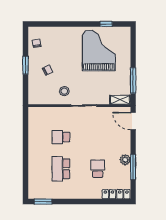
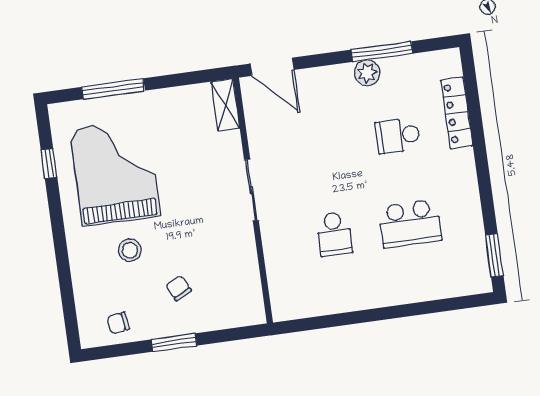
grand piano: (99, 50) -> (115, 172), turned 90
window: (133, 80) -> (113, 89), moved
stool: (64, 91) -> (130, 250), moved
door: (133, 121) -> (272, 67), hinge flipped
locker: (116, 194) -> (457, 113), moved

